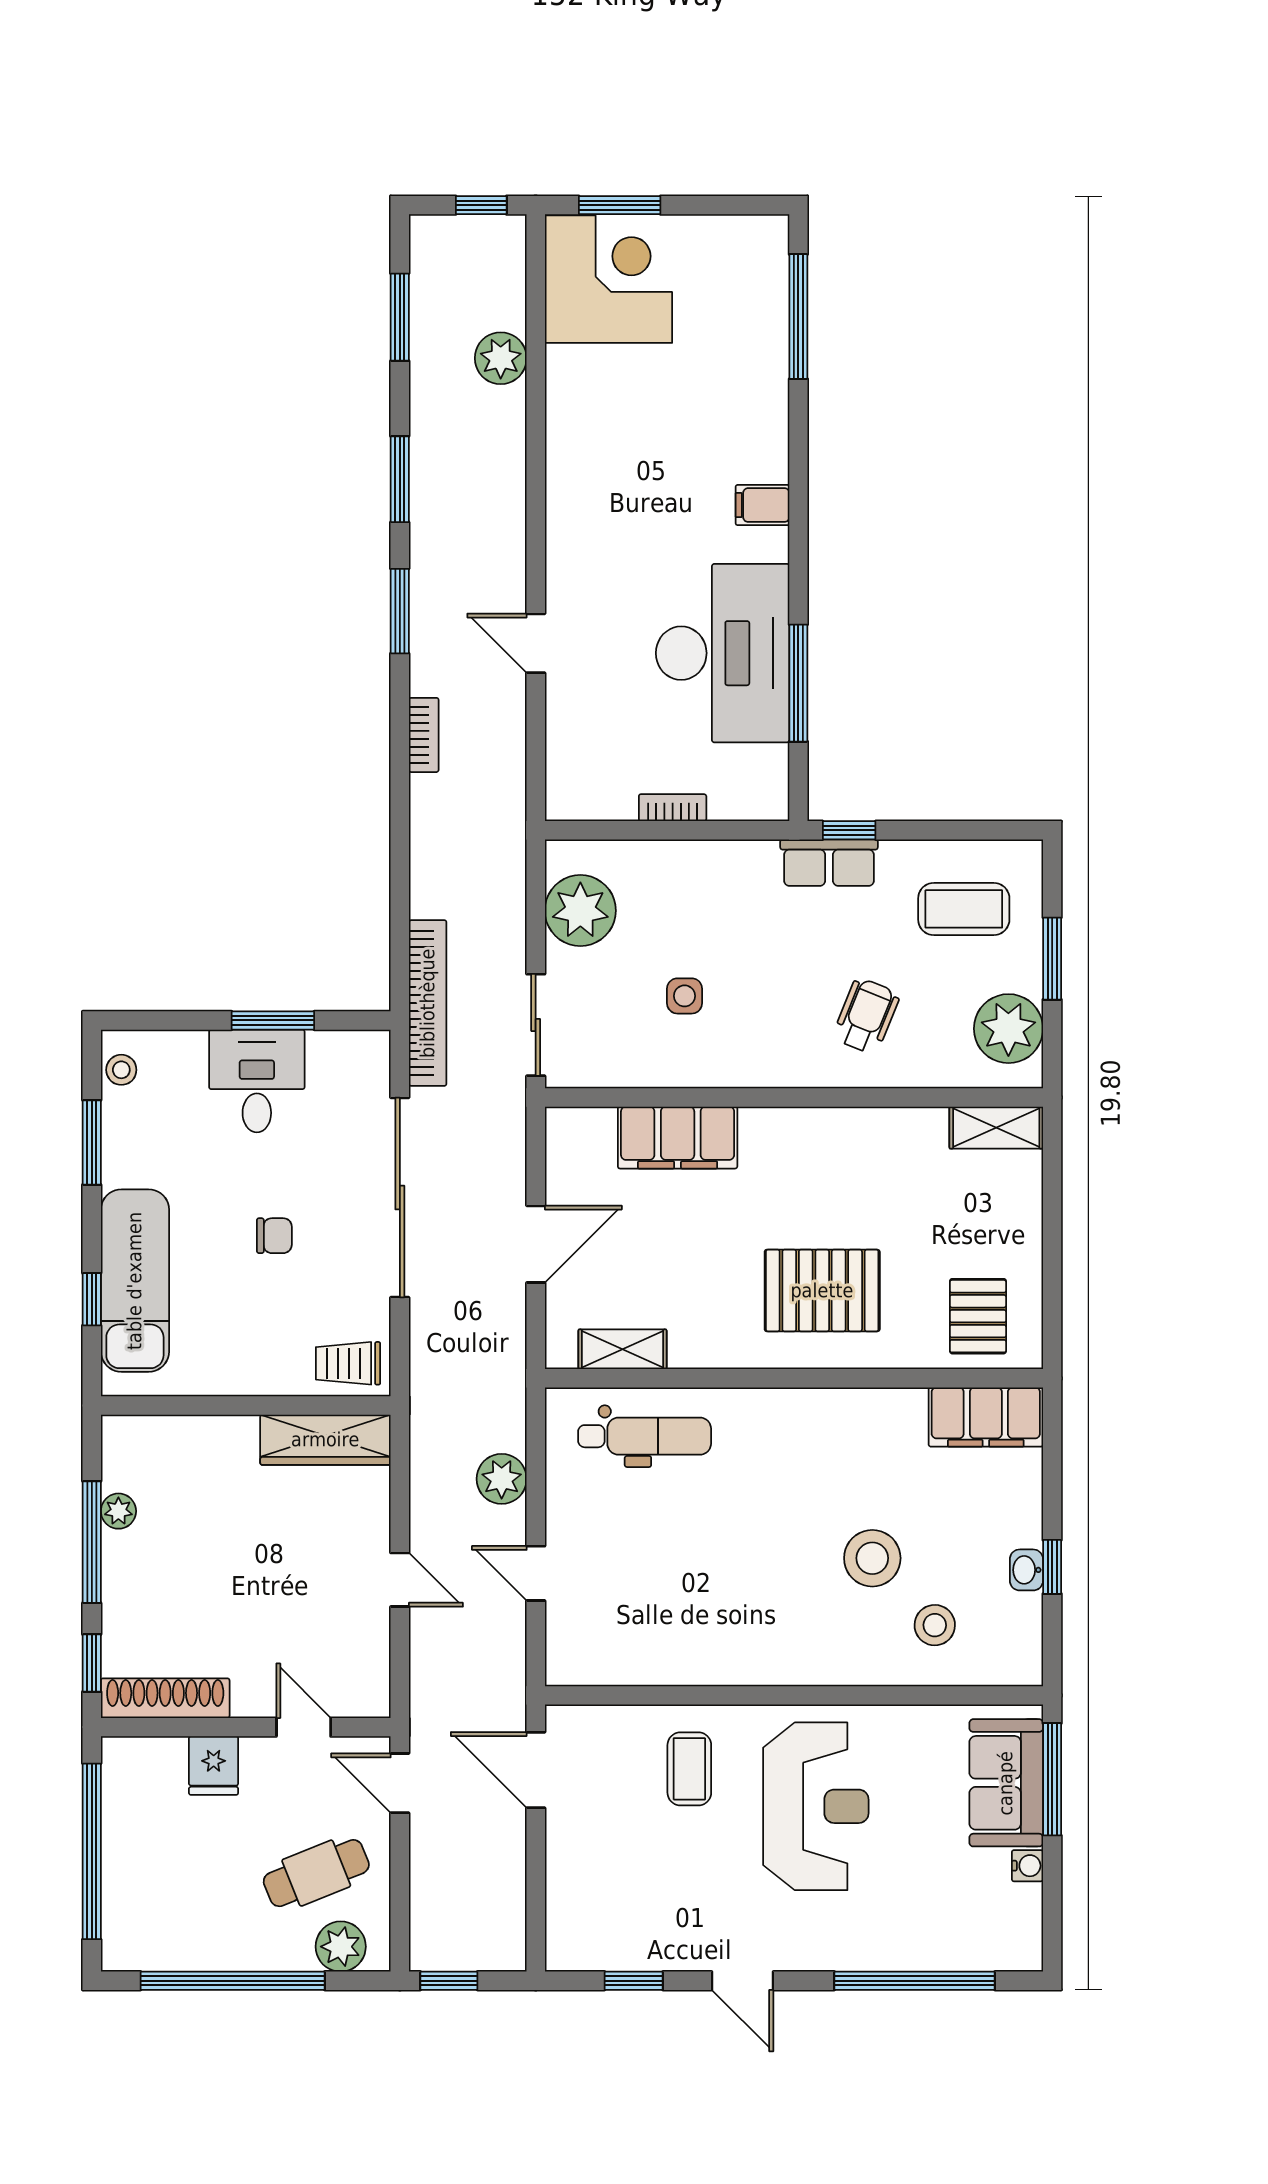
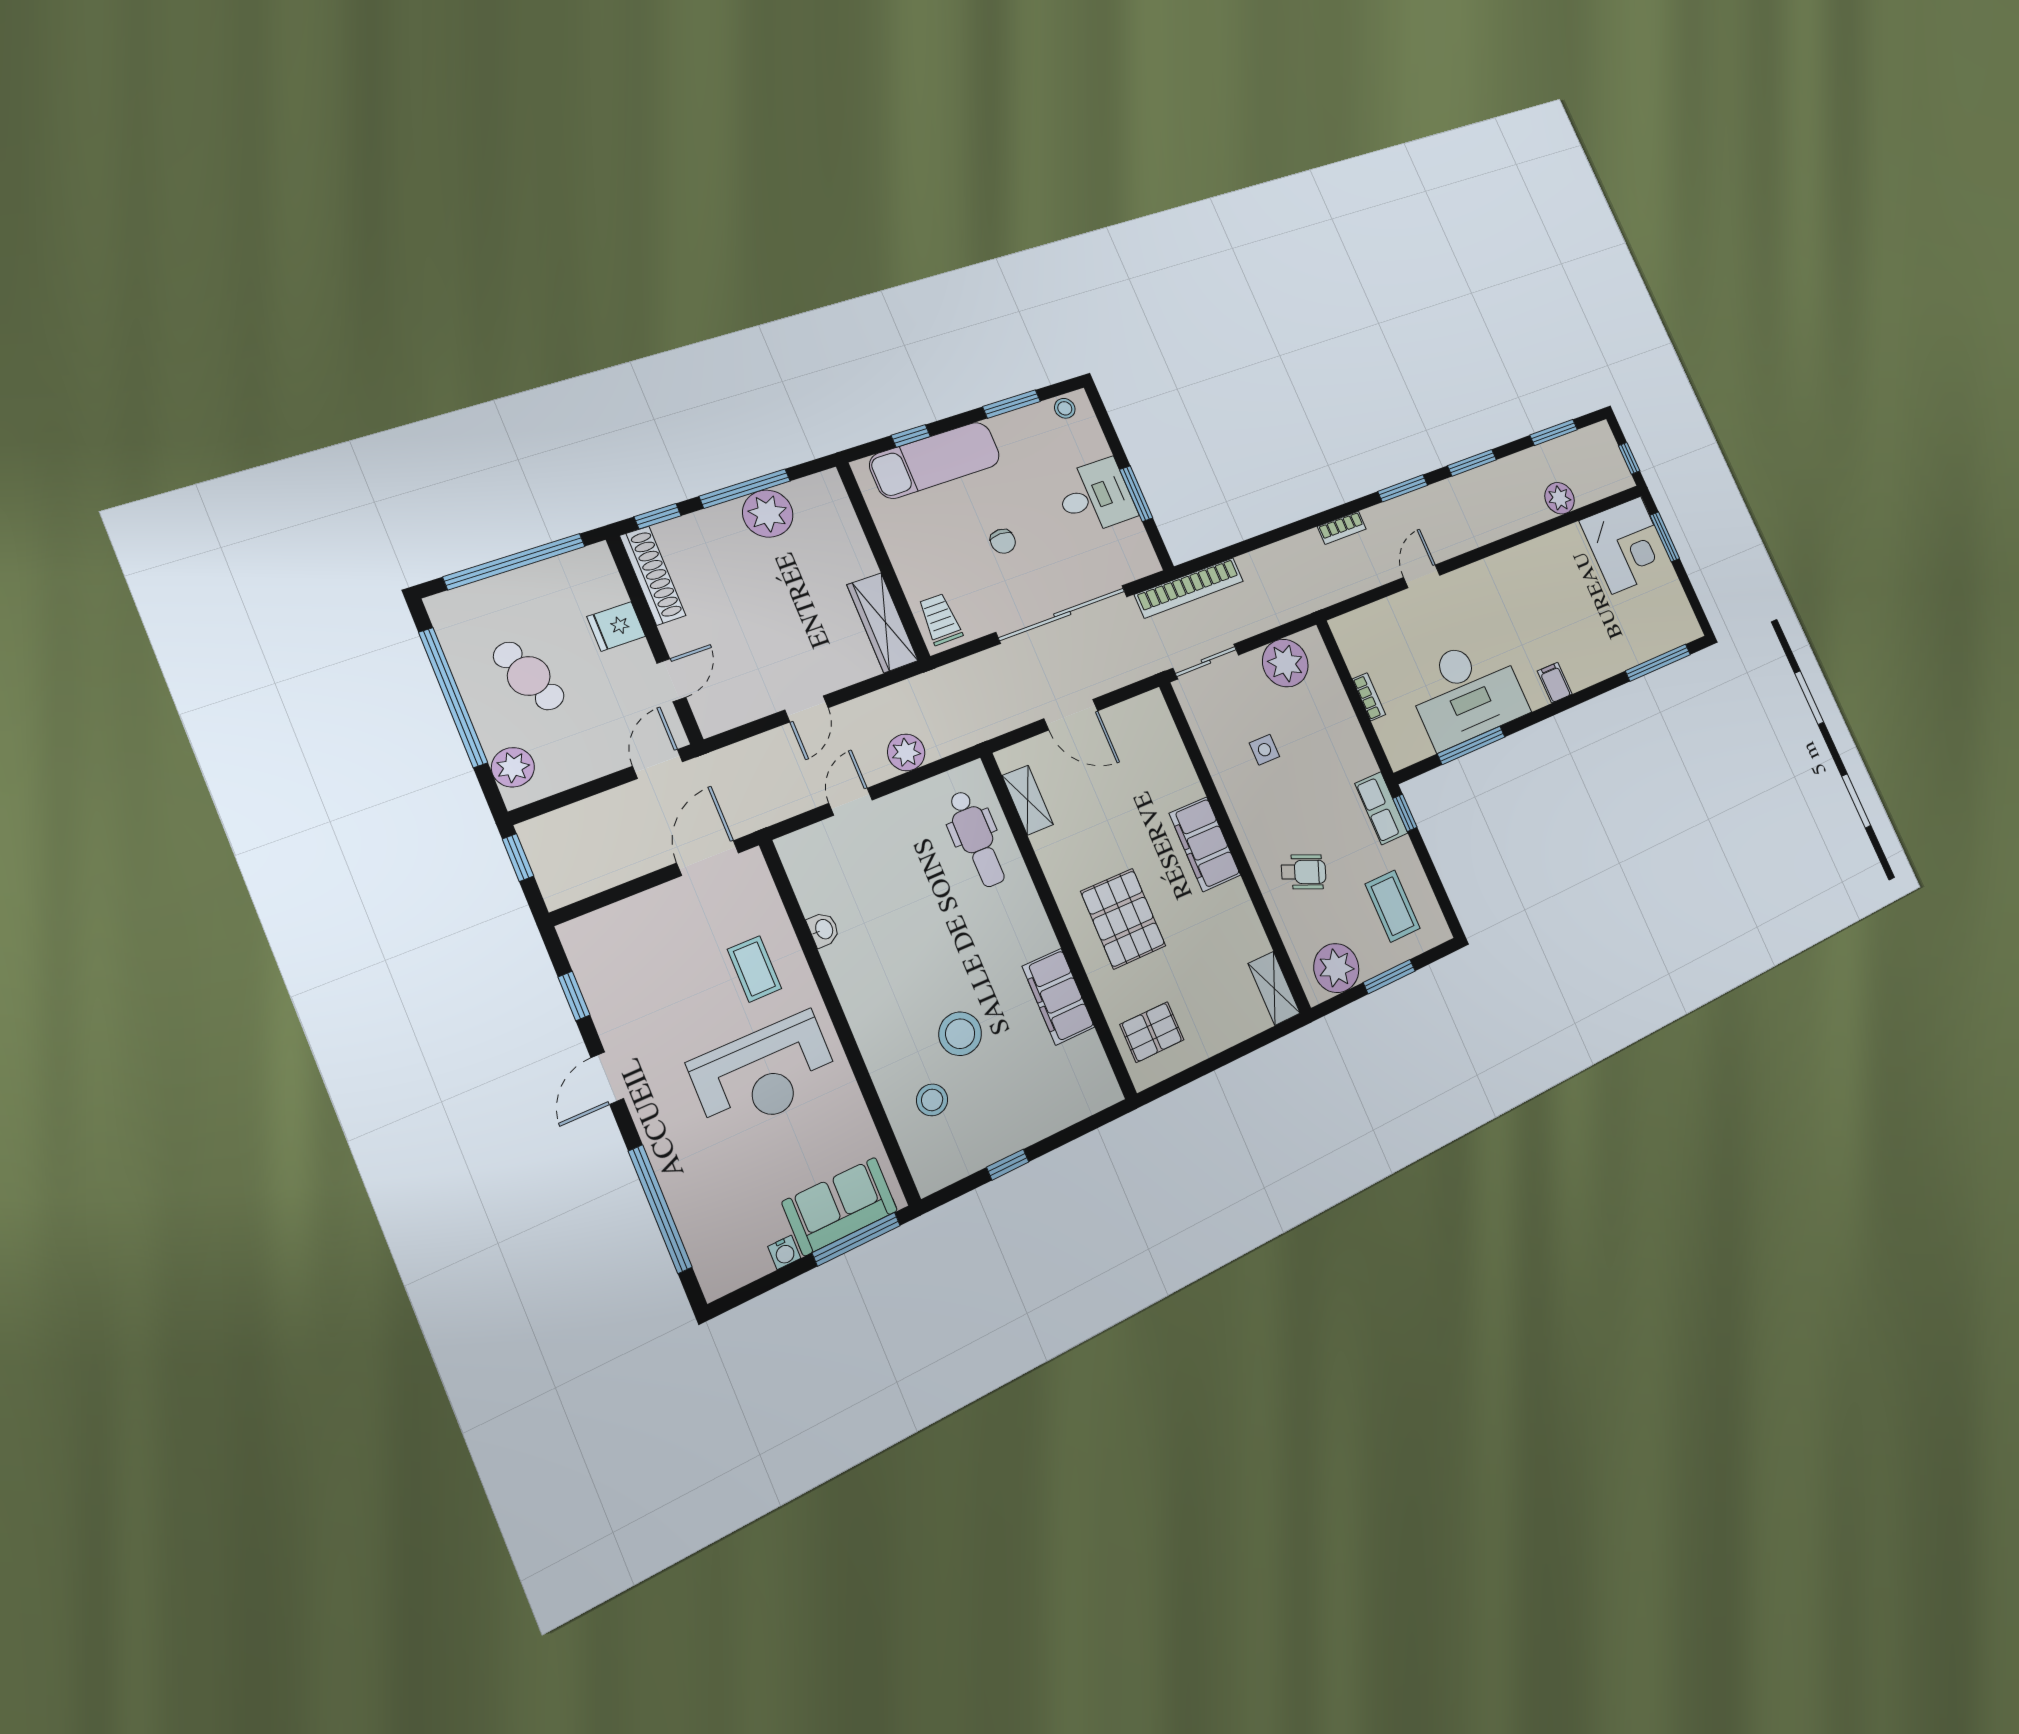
filing cabinet: (678, 1138) -> (1205, 844), moved
filing cabinet: (986, 1417) -> (1058, 997), moved
plant: (118, 1511) -> (768, 514), width x1.88, depth x1.88
washbasin: (1026, 1570) -> (823, 929), moved, turned 90
coffee table: (689, 1769) -> (754, 969), turned 90
cafe table: (316, 1873) -> (529, 676), moved

